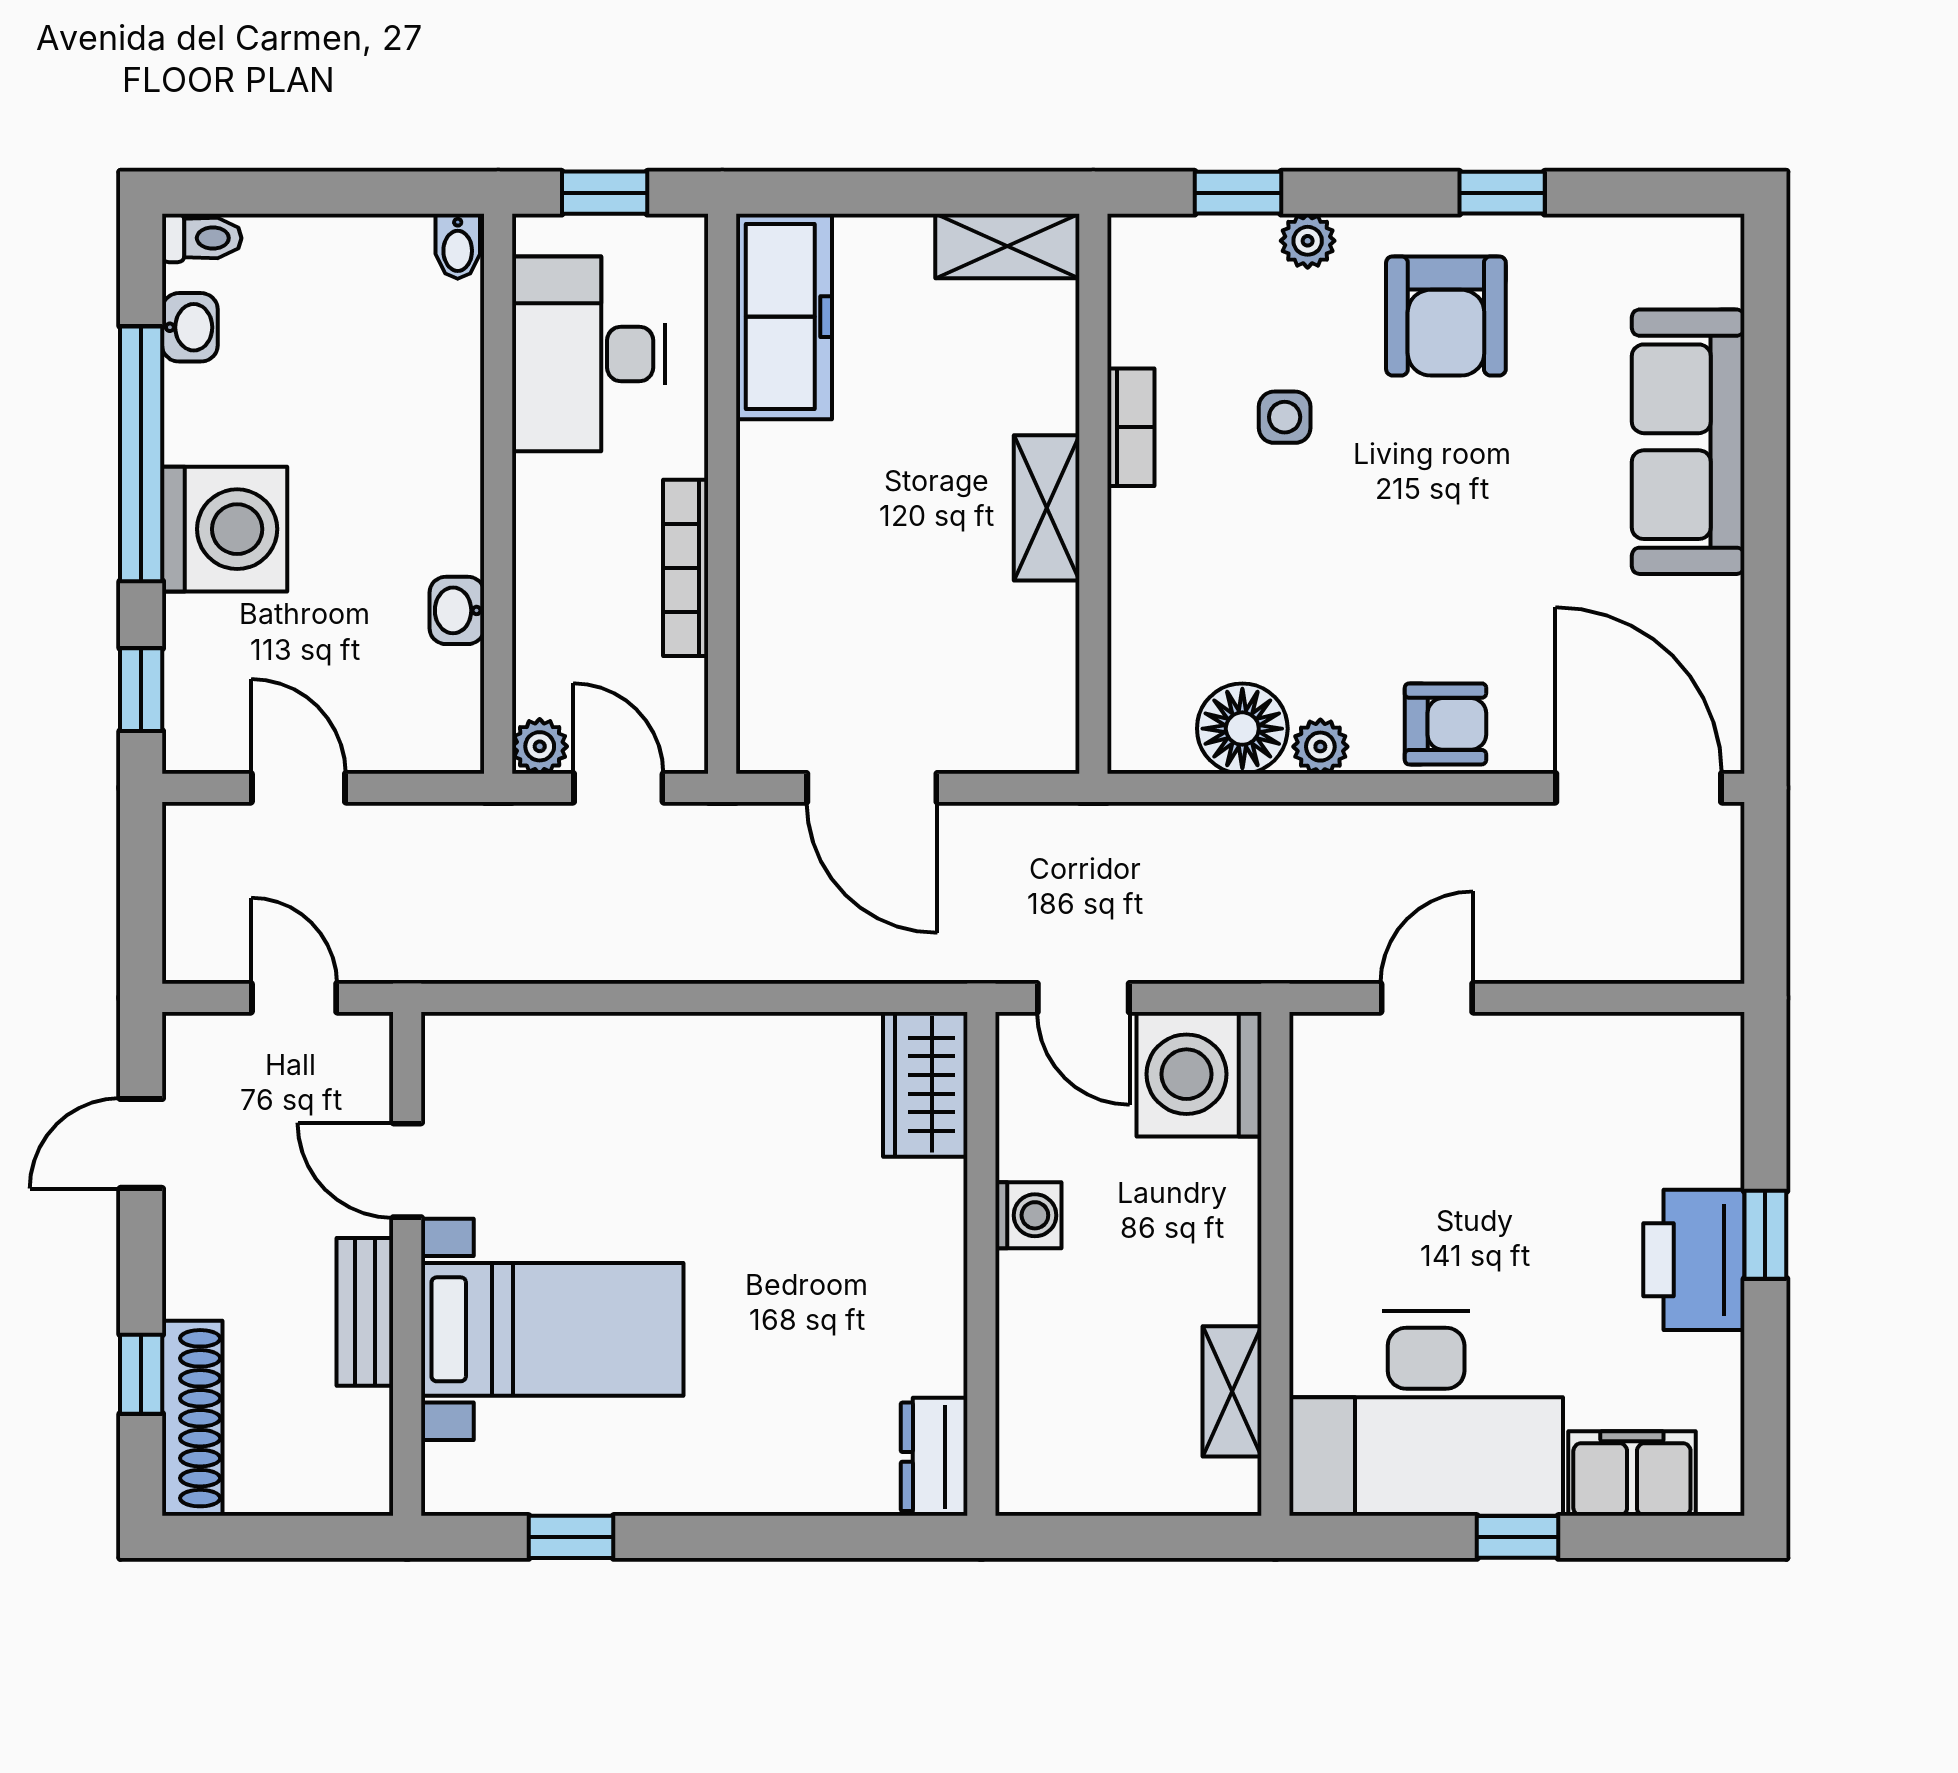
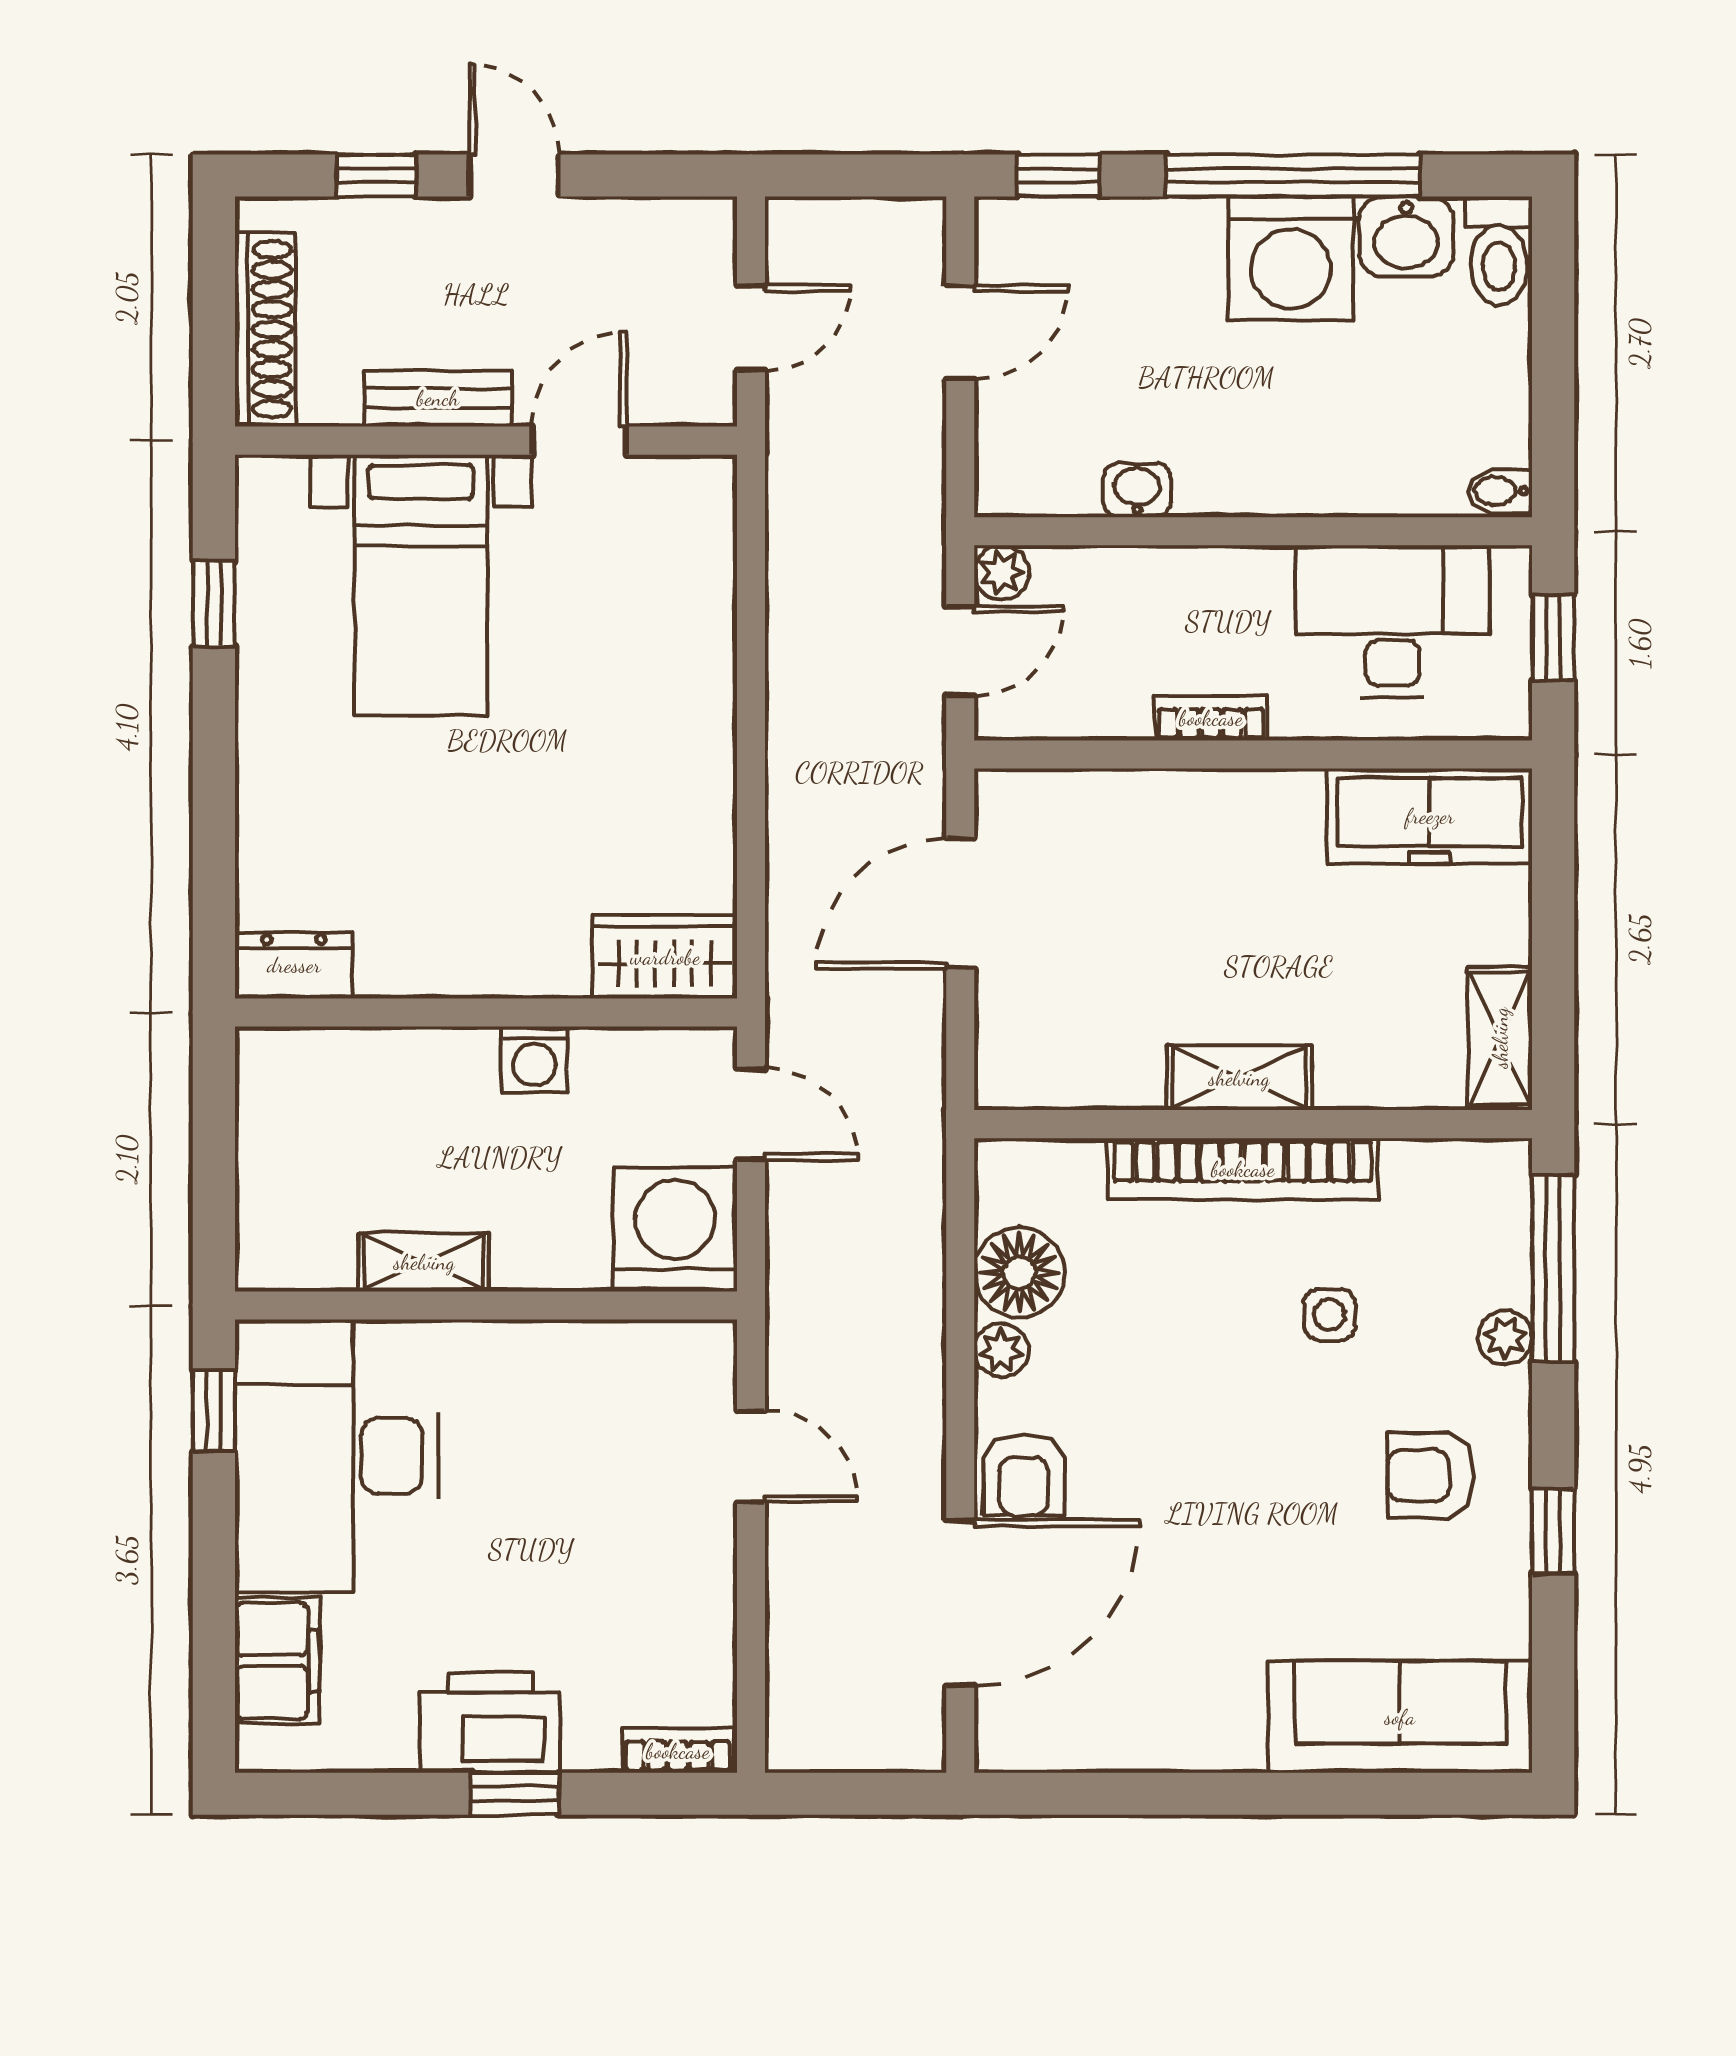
window: (1238, 193) -> (1553, 1268), width x2.17
toilet: (202, 238) -> (1499, 251), width x1.37, depth x1.39
armchair: (1446, 316) -> (1430, 1475), width x0.72, depth x0.72
washbasin: (190, 327) -> (1406, 236), width x1.38, depth x1.45
bookcase: (1131, 427) -> (1243, 1169), width x2.31, depth x1.31
sofa: (1688, 442) -> (1400, 1717), moved
washing machine: (225, 529) -> (1291, 259), moved
bookcase: (686, 568) -> (1211, 718), width x0.64
door: (1639, 788) -> (960, 1603), moved
door: (1083, 998) -> (751, 1114), swing flipped
bookcase: (1722, 1071) -> (678, 1751), added
door: (141, 1143) -> (514, 176), moved
shelving: (1232, 1391) -> (424, 1262), moved
shoe rack: (192, 1418) -> (265, 329), moved, turned -90
window: (1518, 1537) -> (214, 1411), moved

